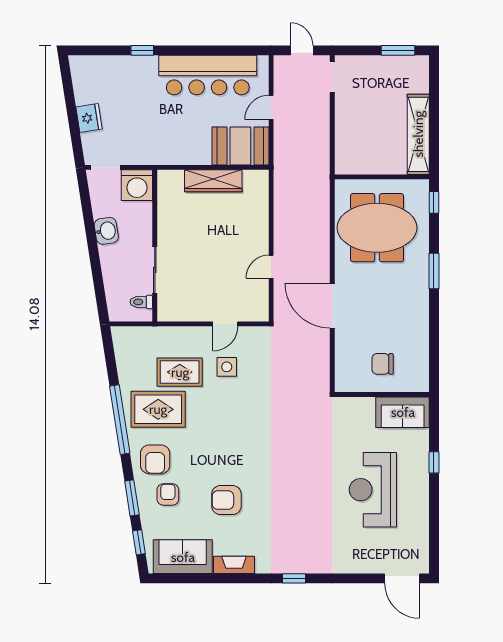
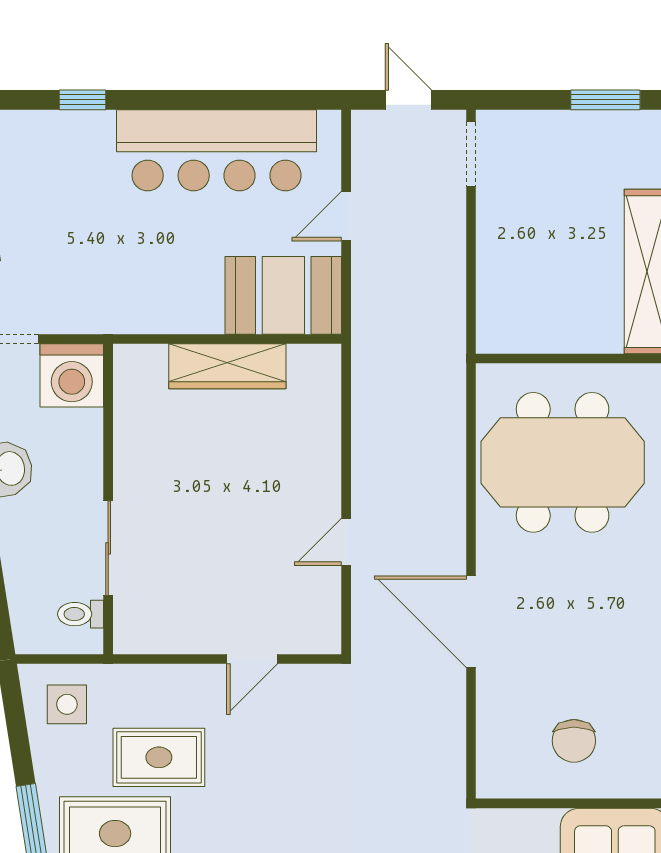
chair: (383, 364) -> (574, 741), turned -90
side table: (227, 367) -> (67, 704), moved

